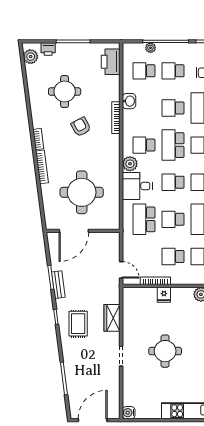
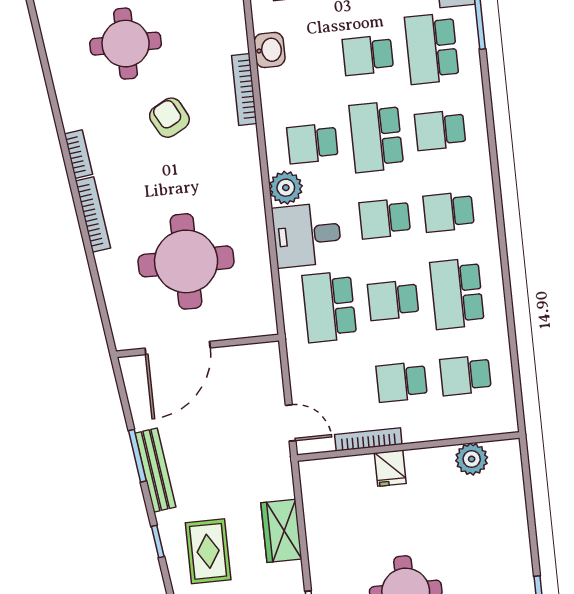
bench: (58, 285) -> (155, 470), width x1.36

